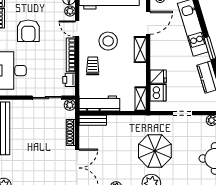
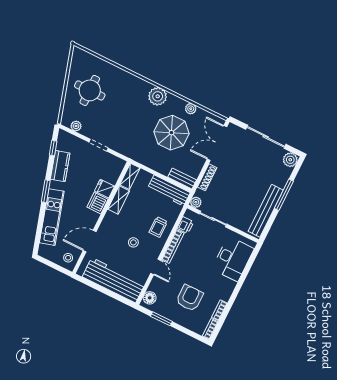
plant: (70, 11) -> (154, 286), removed
armchair: (28, 31) -> (190, 298), moved
stool: (108, 41) -> (133, 242), width x0.53, depth x0.53
shelving: (140, 50) -> (119, 200), moved
dishwasher: (158, 93) -> (98, 203), moved
parasol: (155, 151) -> (171, 133), moved

